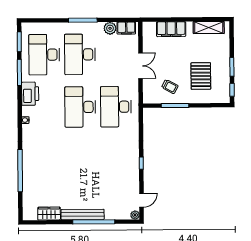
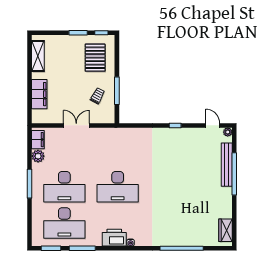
pallet: (201, 76) -> (95, 58), moved, turned 90
printer: (30, 94) -> (114, 238), moved
desk: (116, 107) -> (118, 151), removed
wardrobe: (49, 214) -> (226, 230), moved
bench: (83, 214) -> (227, 165), moved

